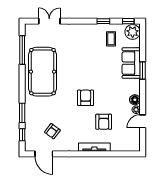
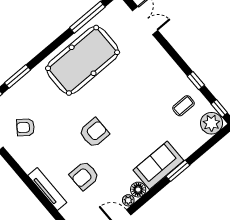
sofa: (131, 63) -> (158, 165), moved

